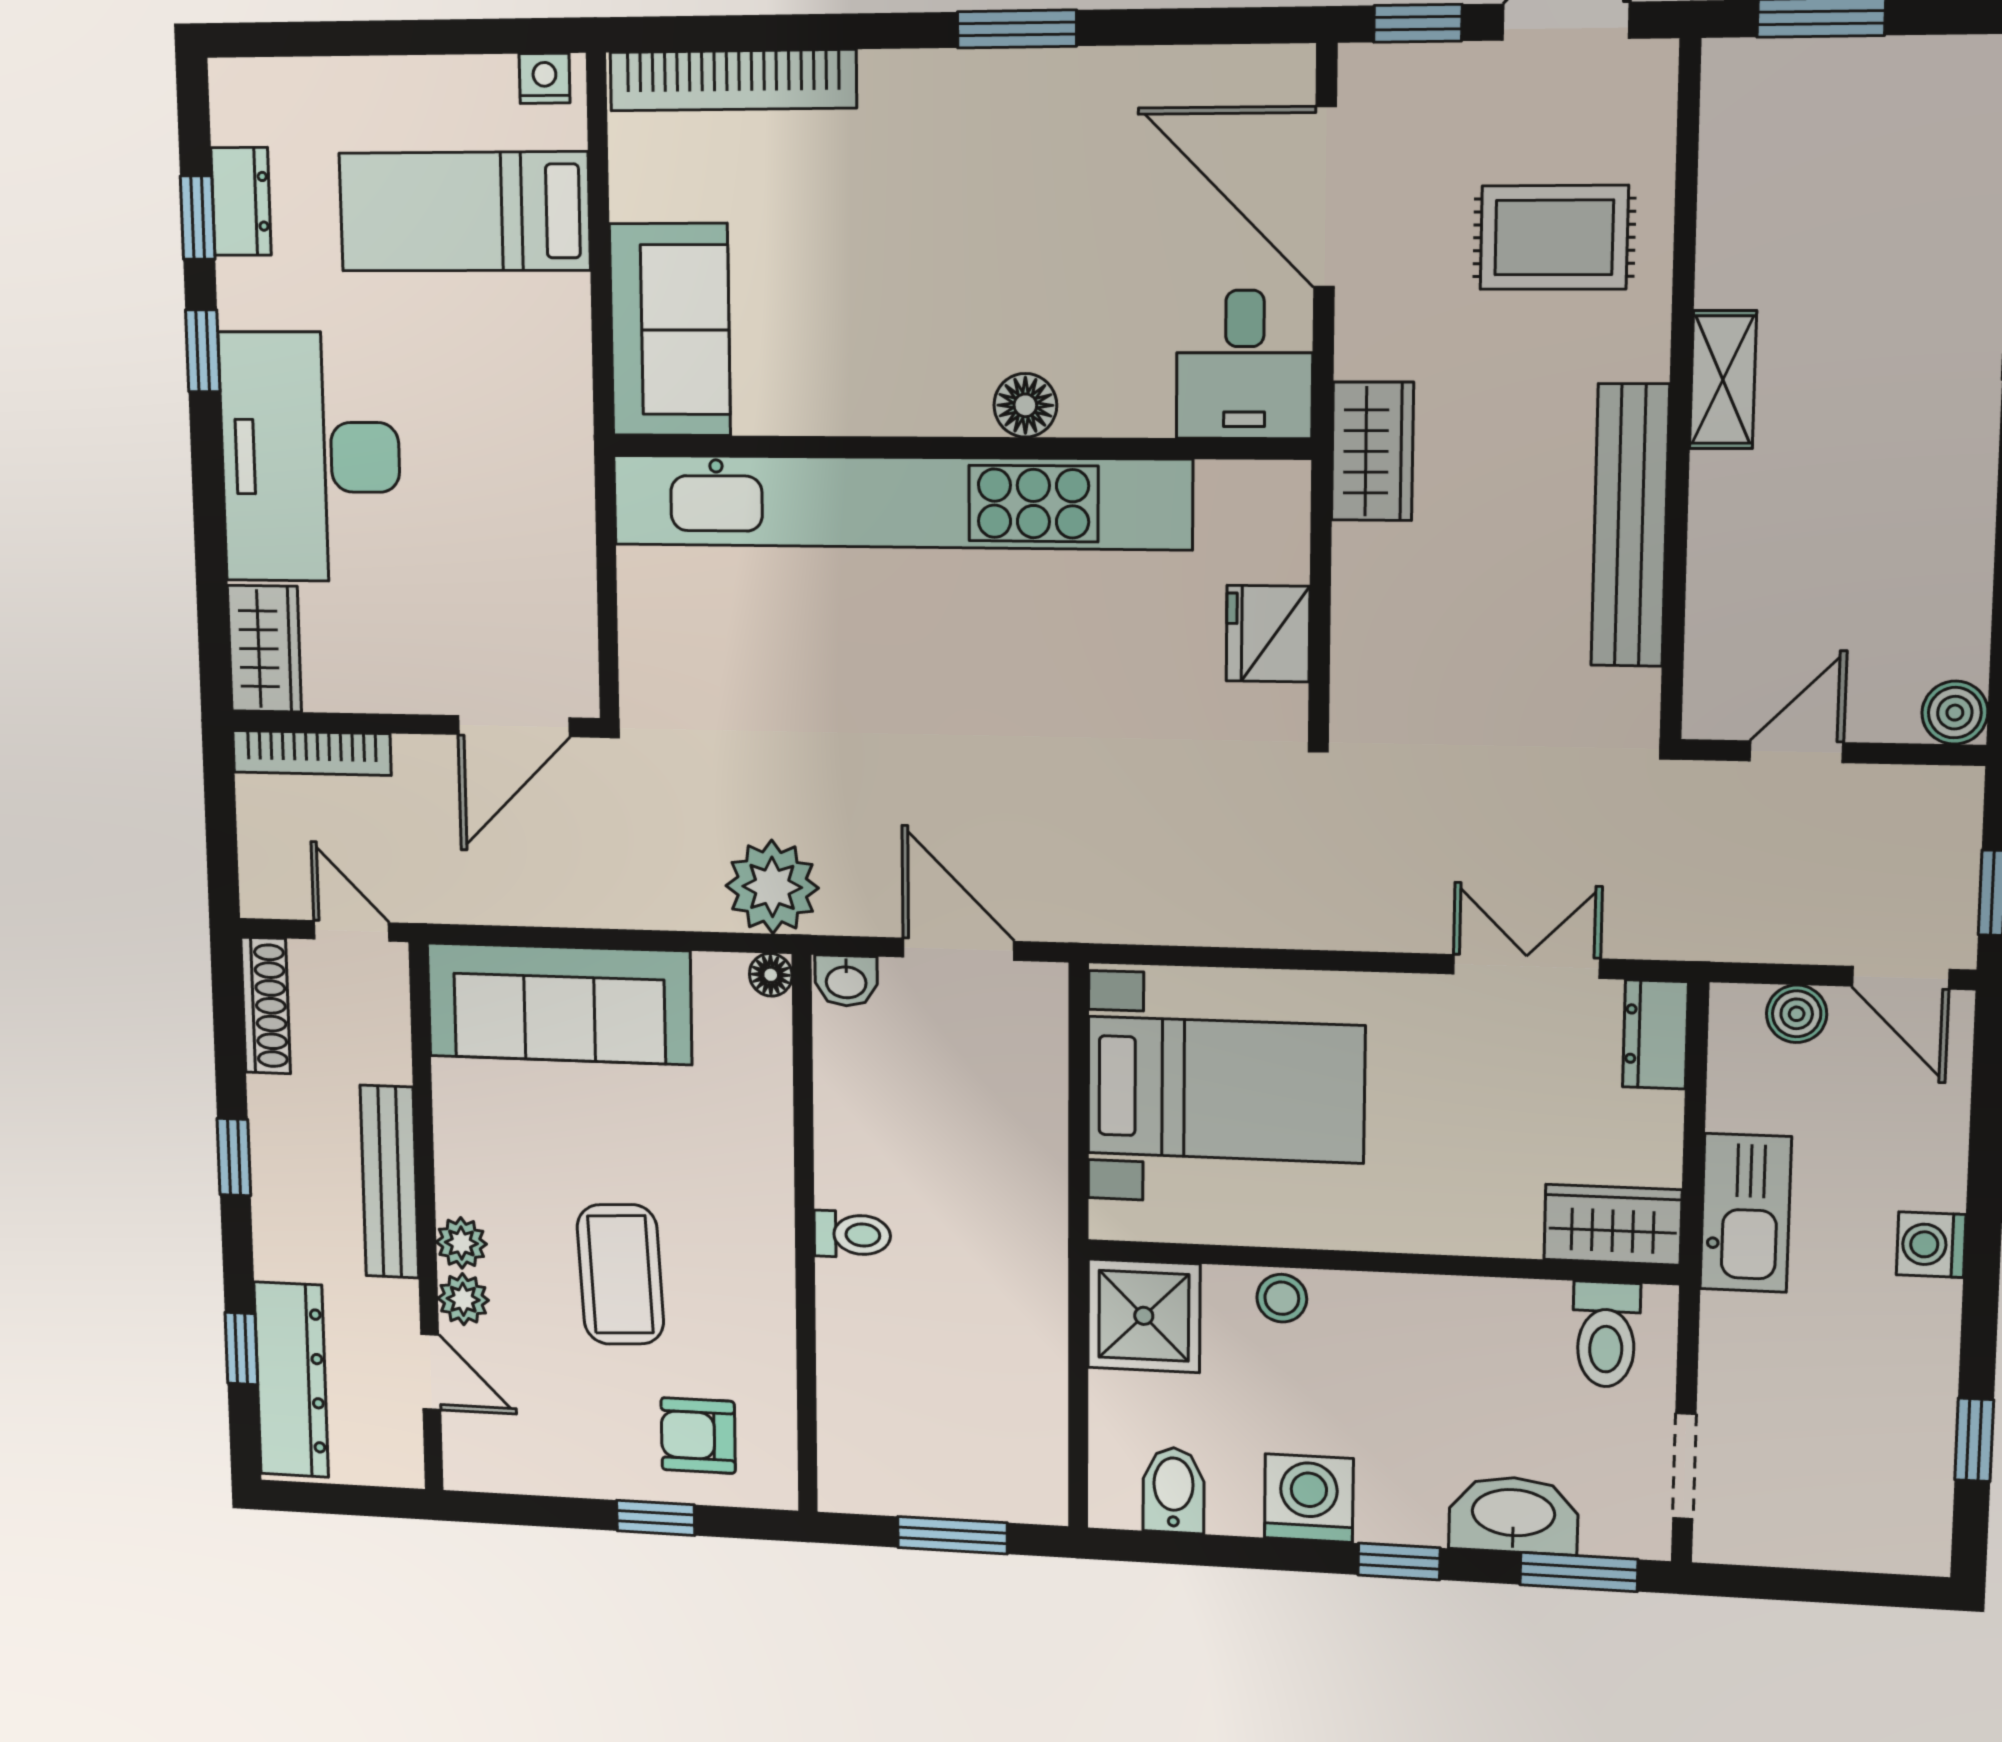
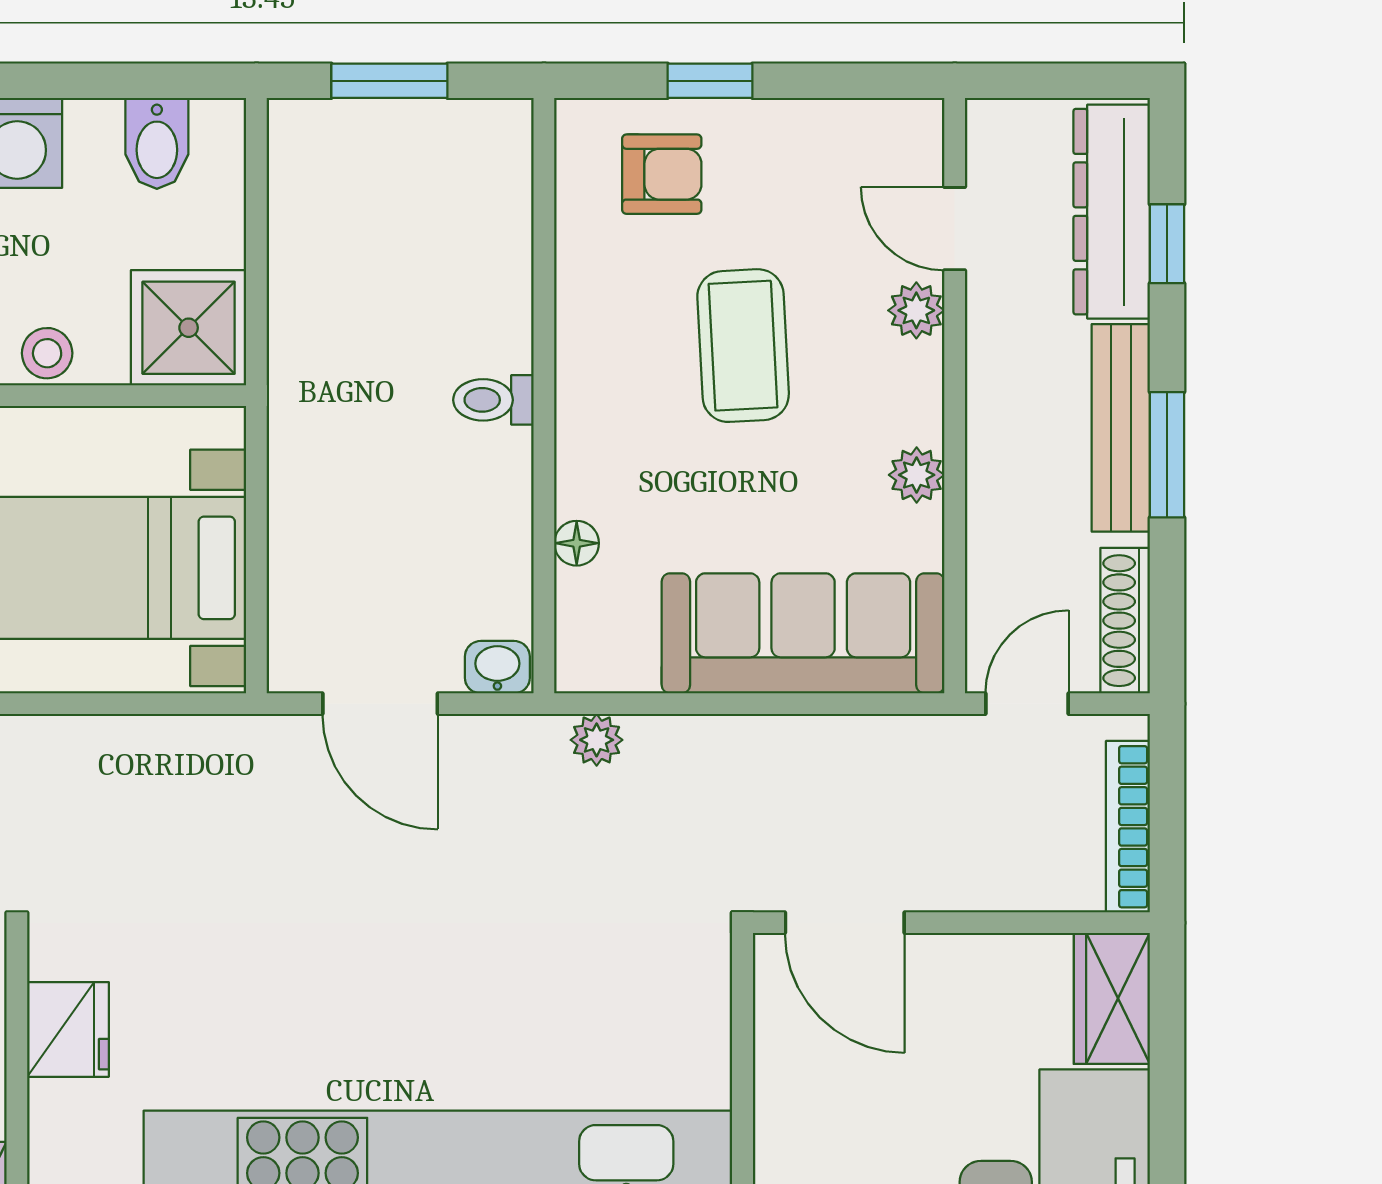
door: (514, 726) -> (845, 923), swing flipped
bookcase: (312, 753) -> (1128, 827), moved, turned -90
plant: (772, 887) -> (597, 740), width x0.53, depth x0.53
door: (352, 931) -> (1027, 704), swing flipped
floor lamp: (771, 975) -> (577, 543), moved
window: (234, 1157) -> (1167, 455), width x1.50
bench: (389, 1182) -> (1121, 428), moved
plant: (461, 1243) -> (917, 475), moved

